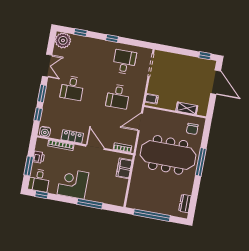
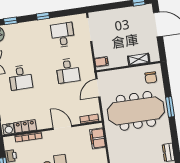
locker: (72, 137) -> (25, 126), moved
window: (201, 162) -> (170, 107), width x0.69

